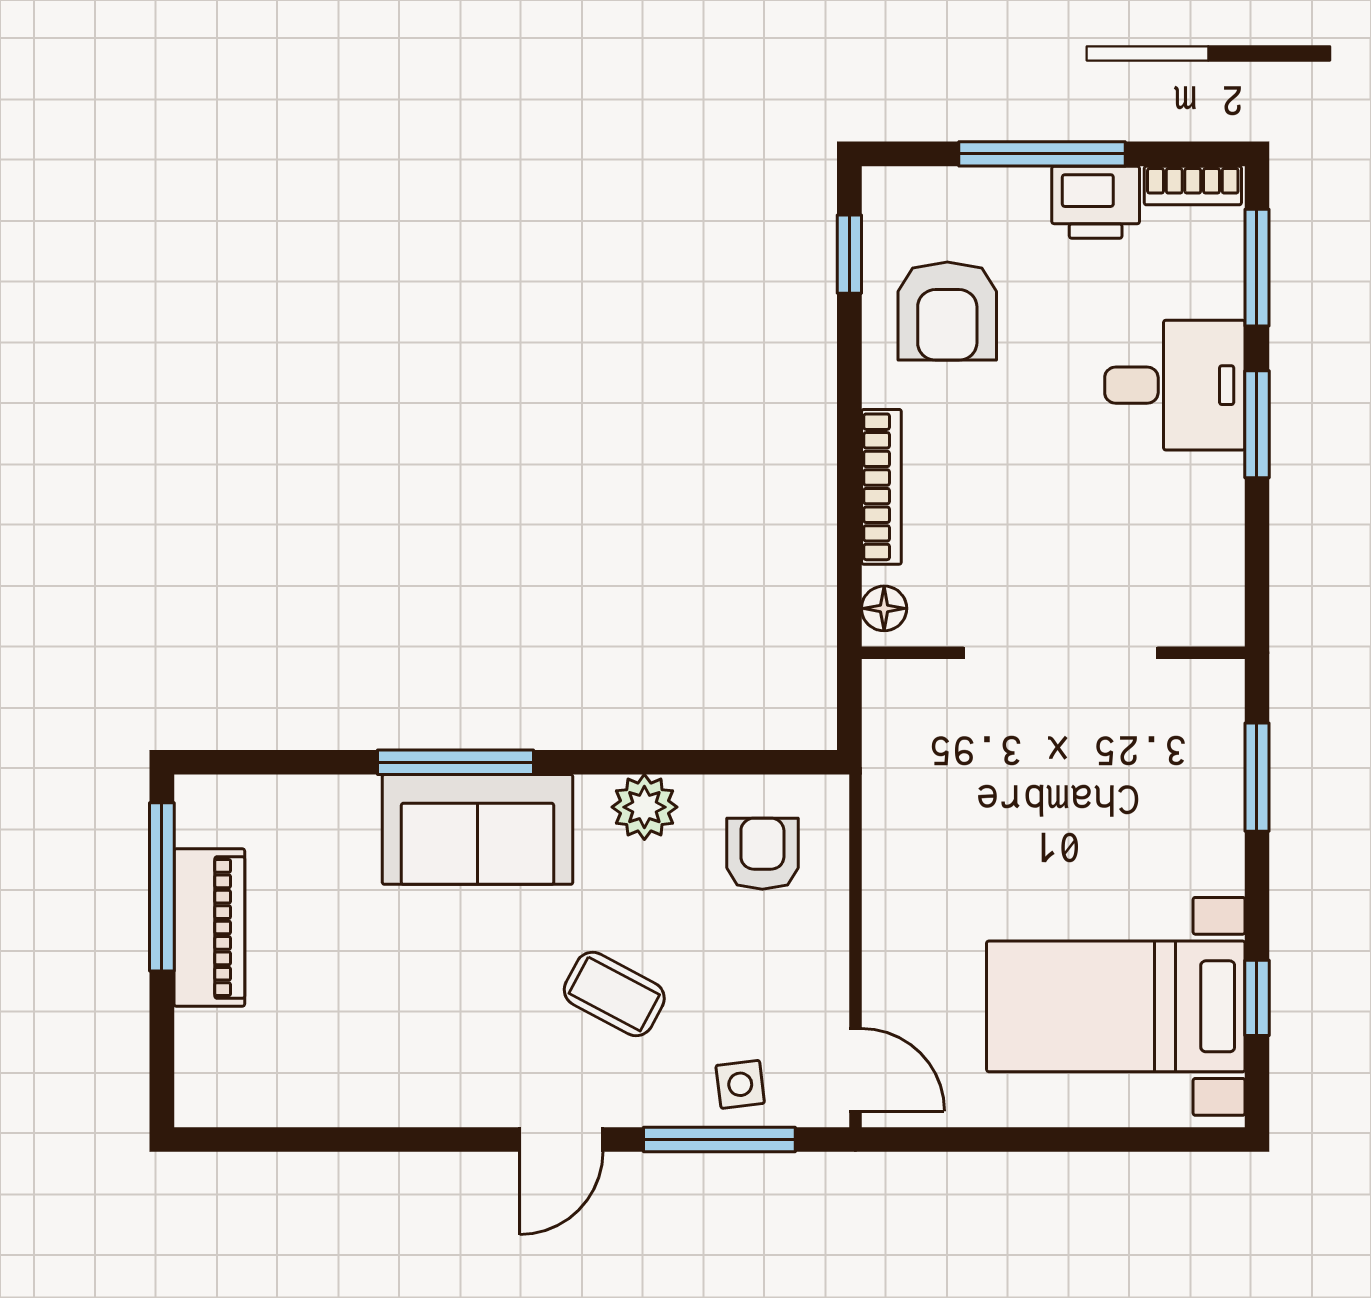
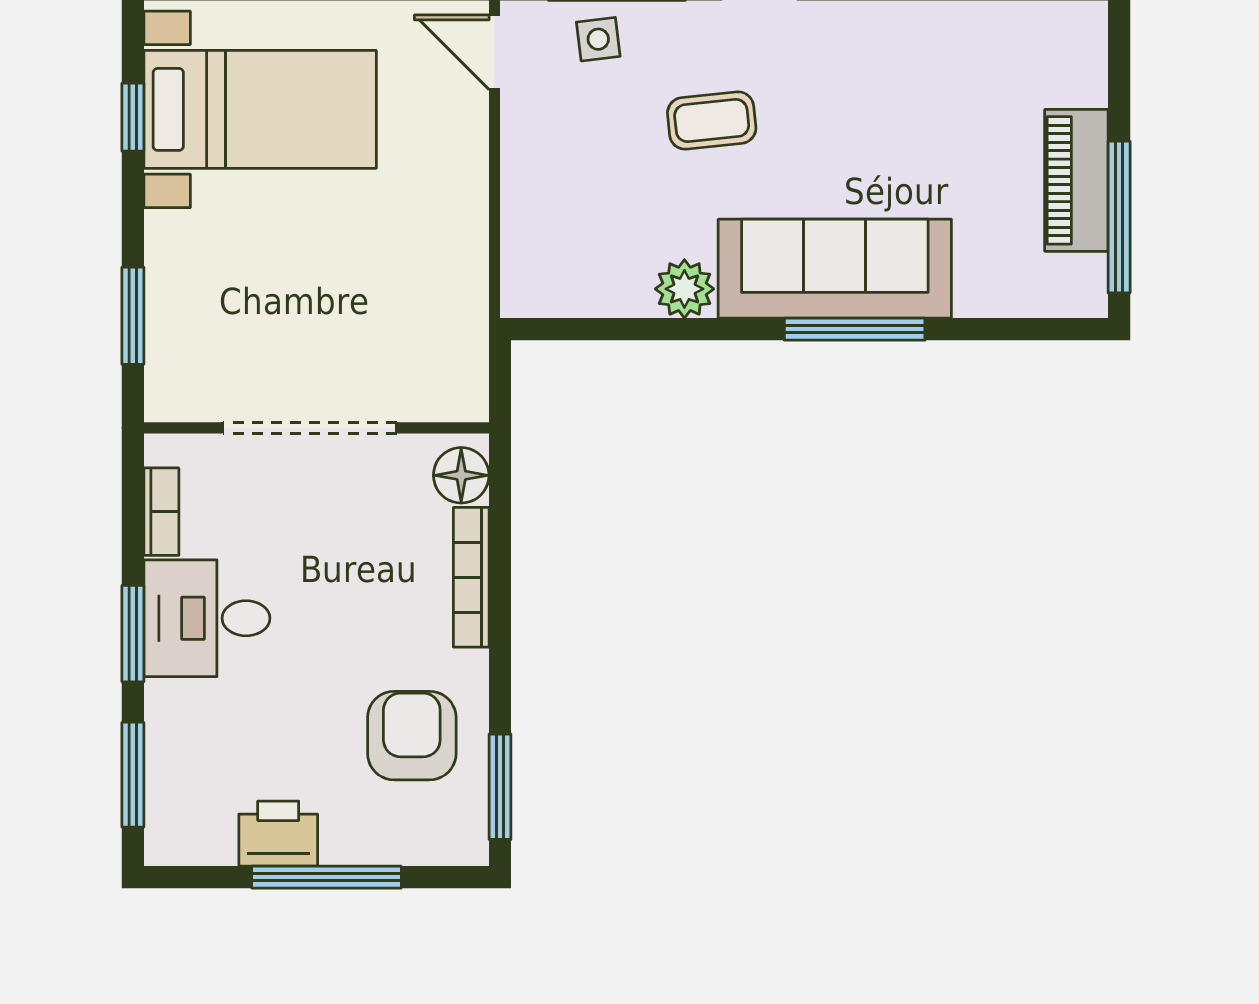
bookcase: (1193, 185) -> (161, 512), moved, turned 90
window: (849, 254) -> (500, 787), width x1.50
desk: (1175, 385) -> (207, 618), moved
floor lamp: (884, 608) -> (461, 475), width x1.37, depth x1.37
sofa: (478, 829) -> (835, 269), width x1.36
armchair: (762, 854) -> (578, 247), removed
coffee table: (614, 994) -> (712, 121), turned -34

